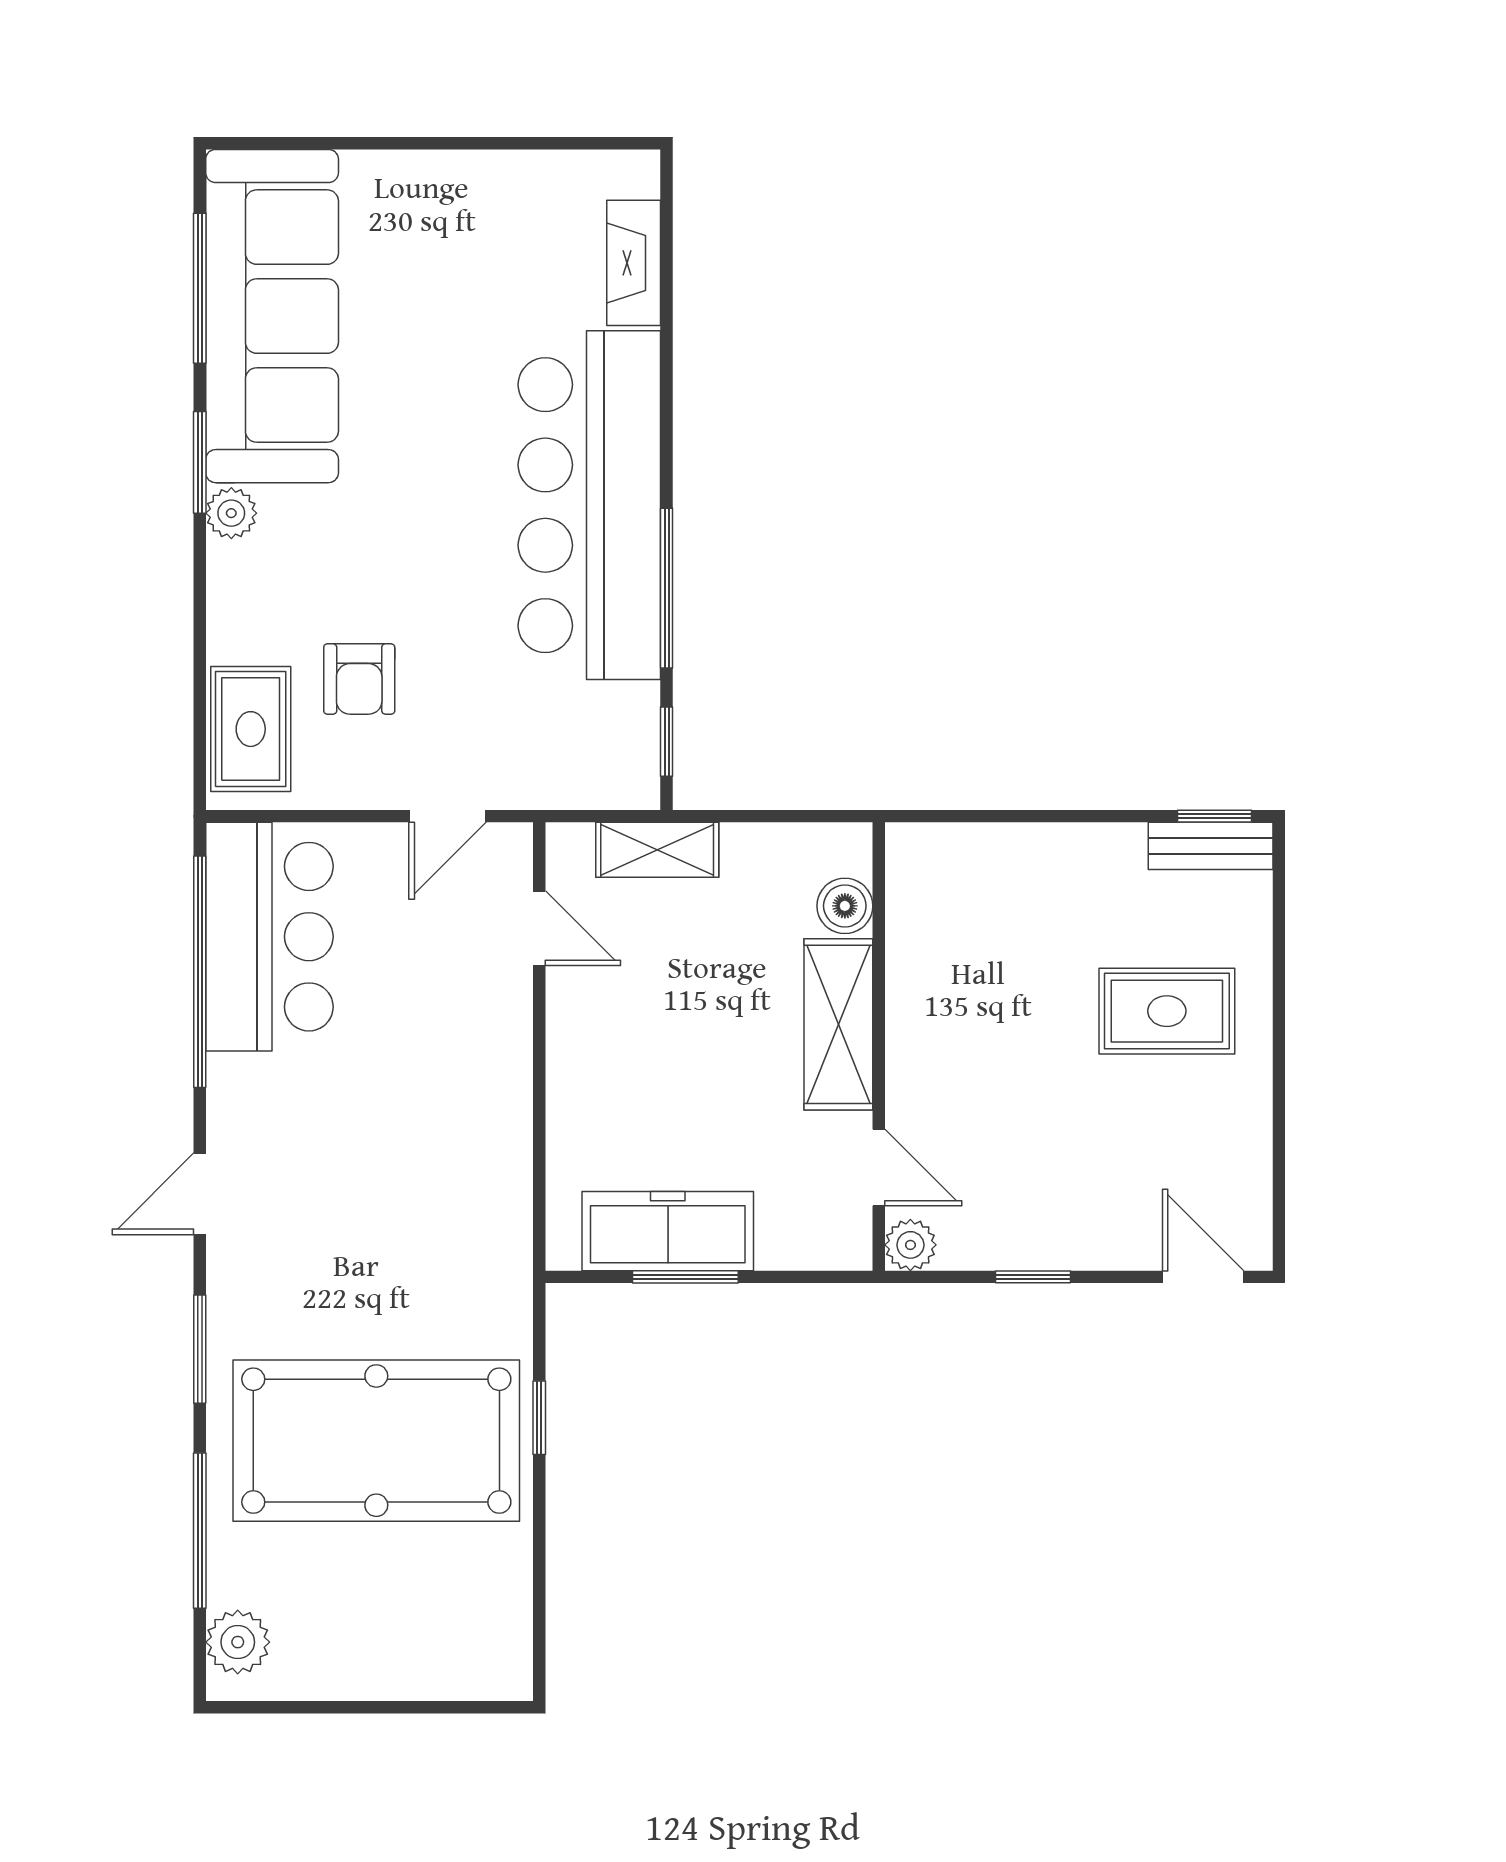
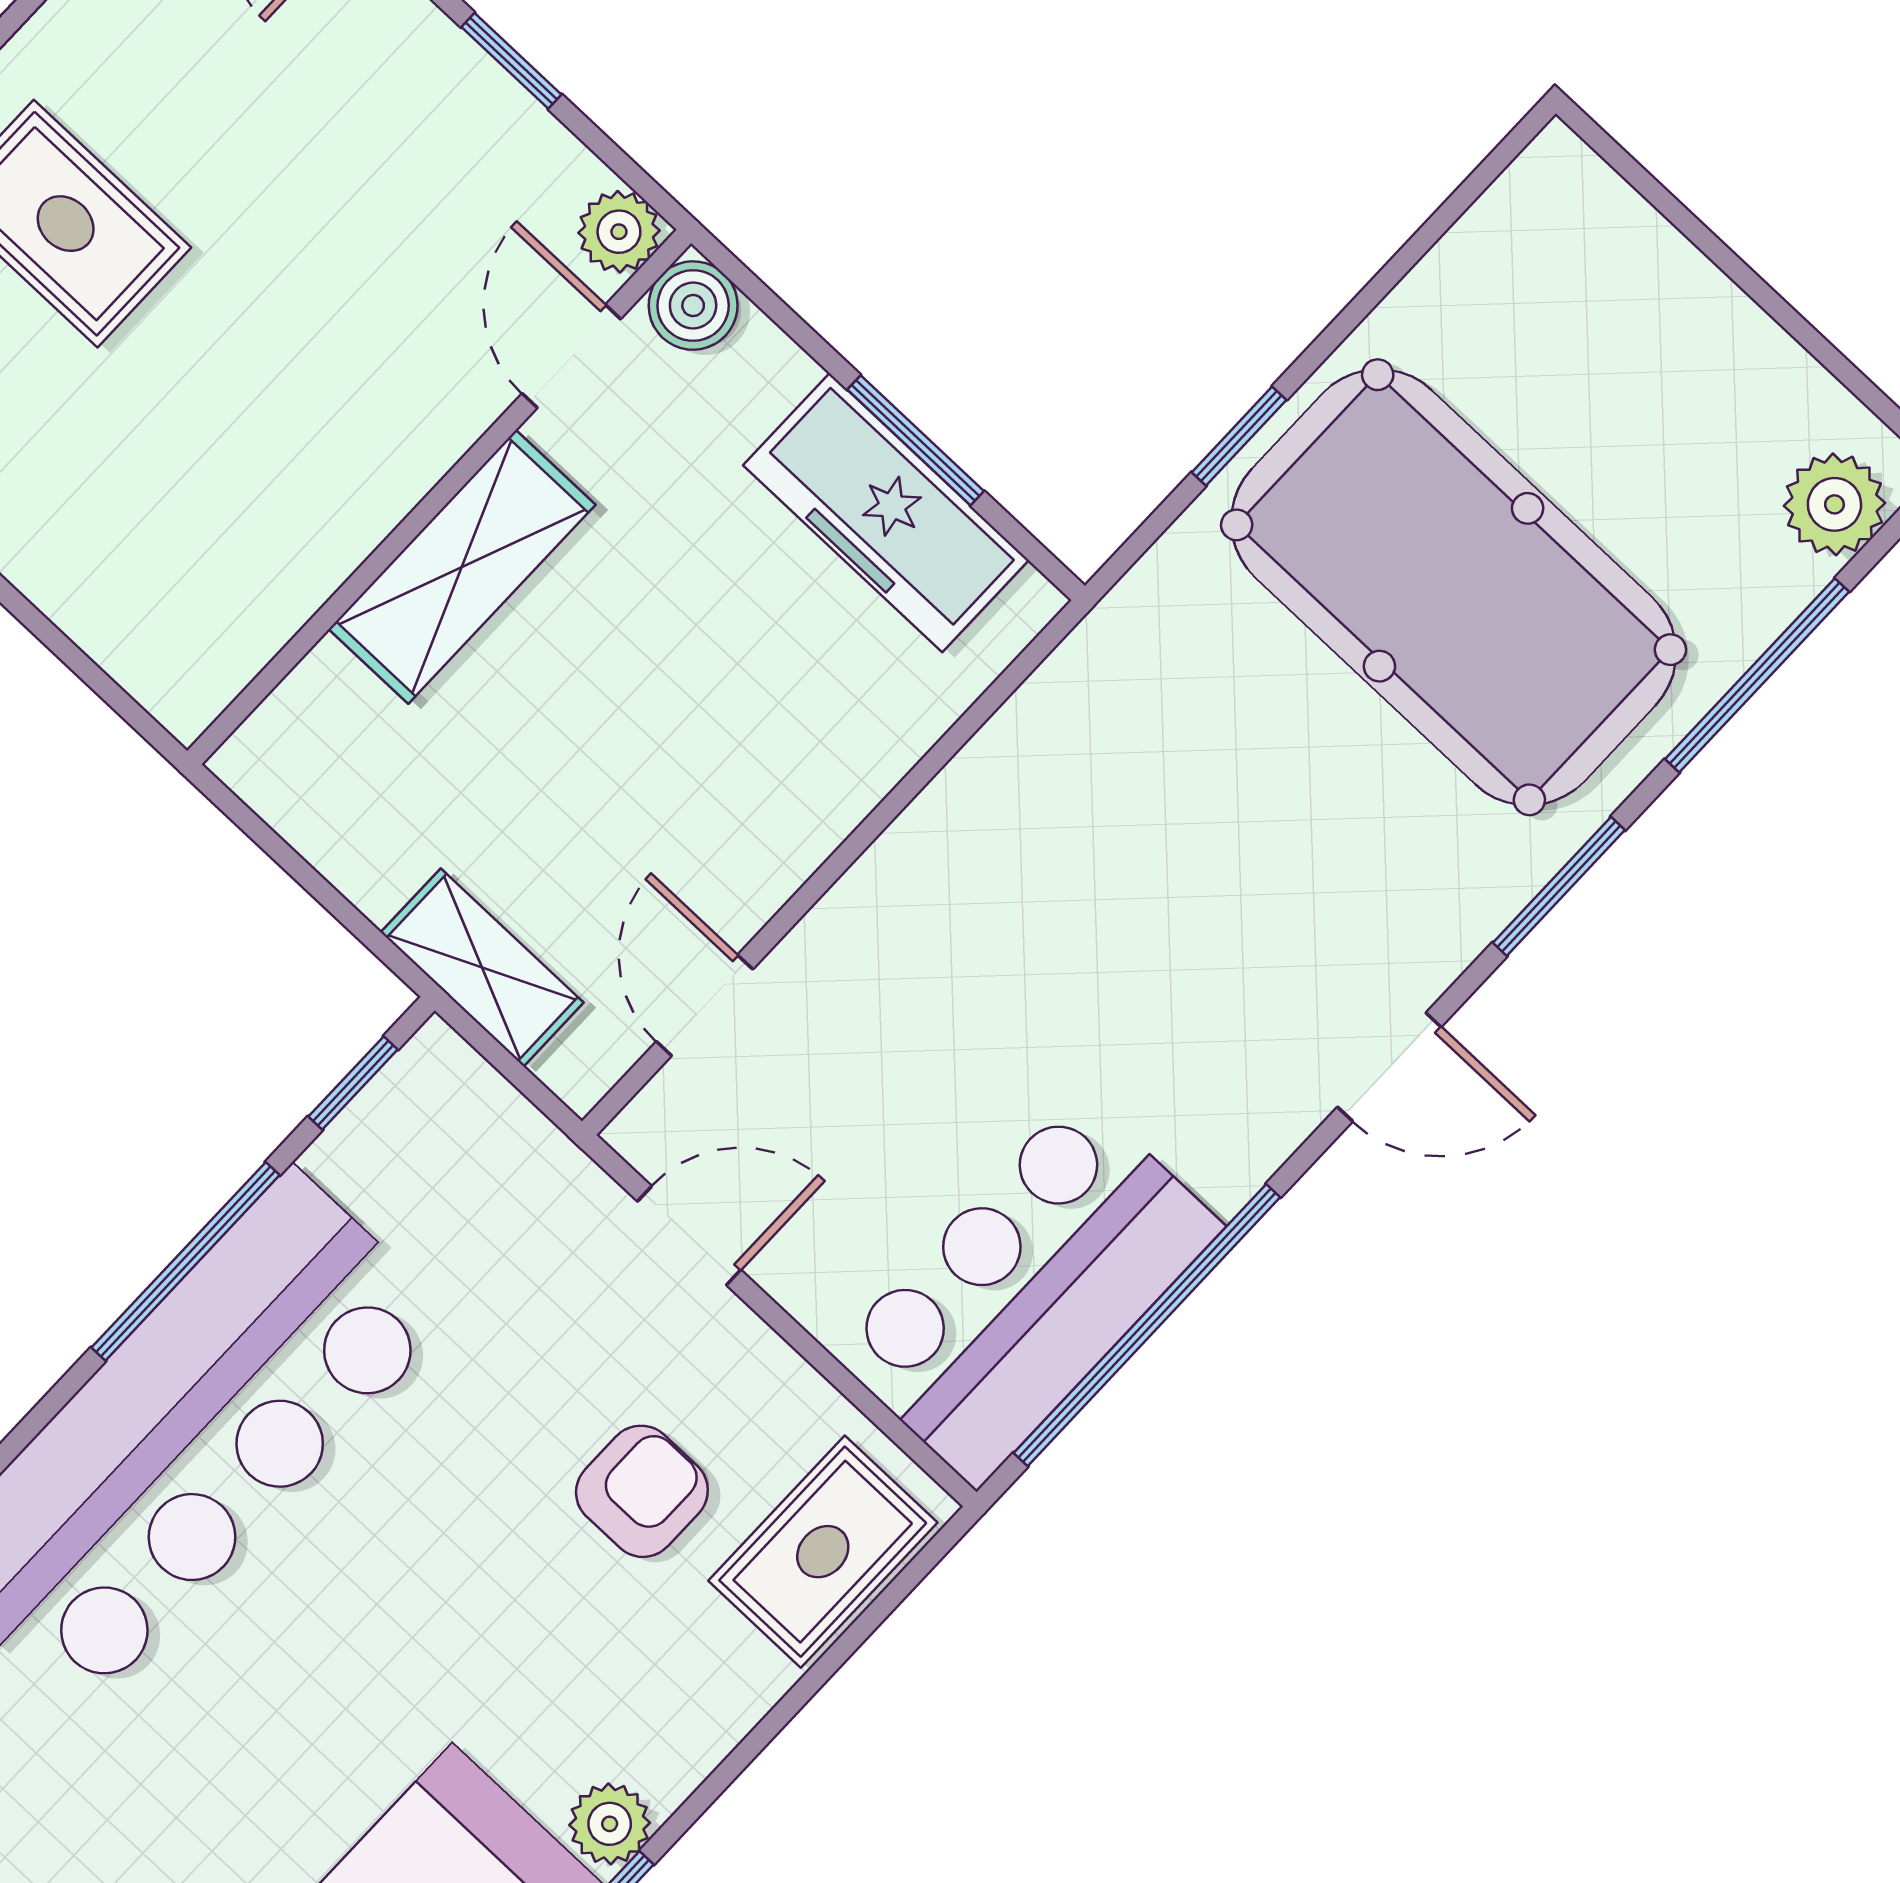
boiler: (845, 906) -> (693, 306), moved

